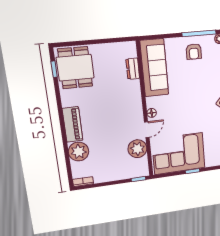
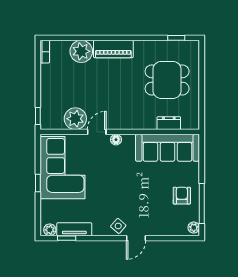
armchair: (194, 52) -> (182, 196), turned 90
dining table: (75, 68) -> (167, 80), moved
door: (147, 130) -> (97, 132), swing flipped

